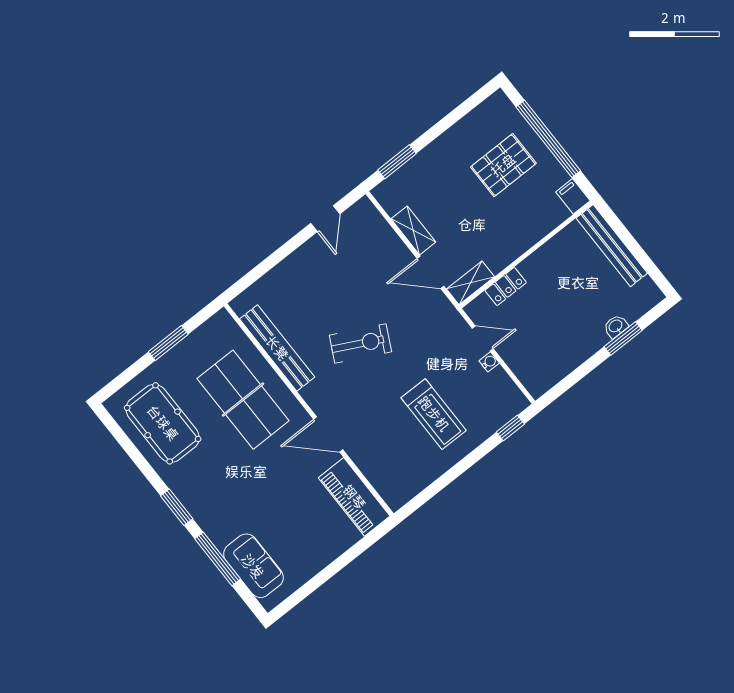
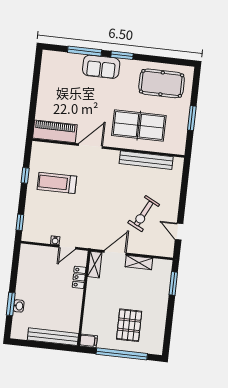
exercise bike: (360, 343) -> (144, 214), moved
treadmill: (434, 414) -> (57, 183), moved
window: (445, 479) -> (25, 175), added
sofa: (253, 566) -> (101, 67), moved

